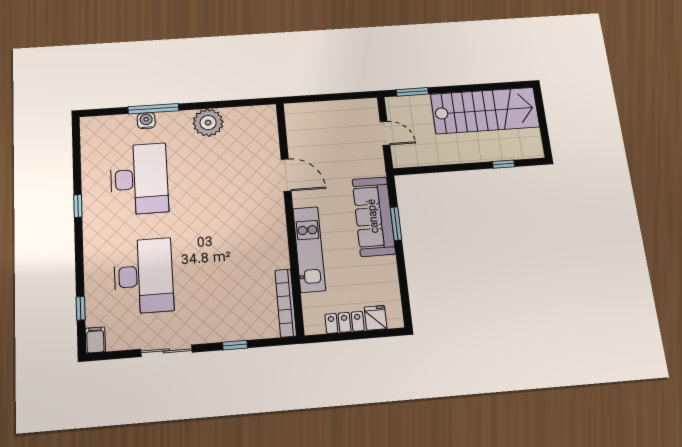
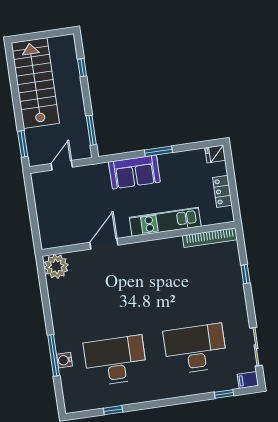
plant: (208, 123) -> (56, 266), moved
window: (427, 170) -> (91, 130), added
window: (78, 206) -> (113, 410), moved
sofa: (374, 216) -> (134, 172), width x0.73
window: (396, 224) -> (158, 151), moved
fridge: (376, 318) -> (215, 154), moved
sliding door: (166, 351) -> (256, 347), moved

